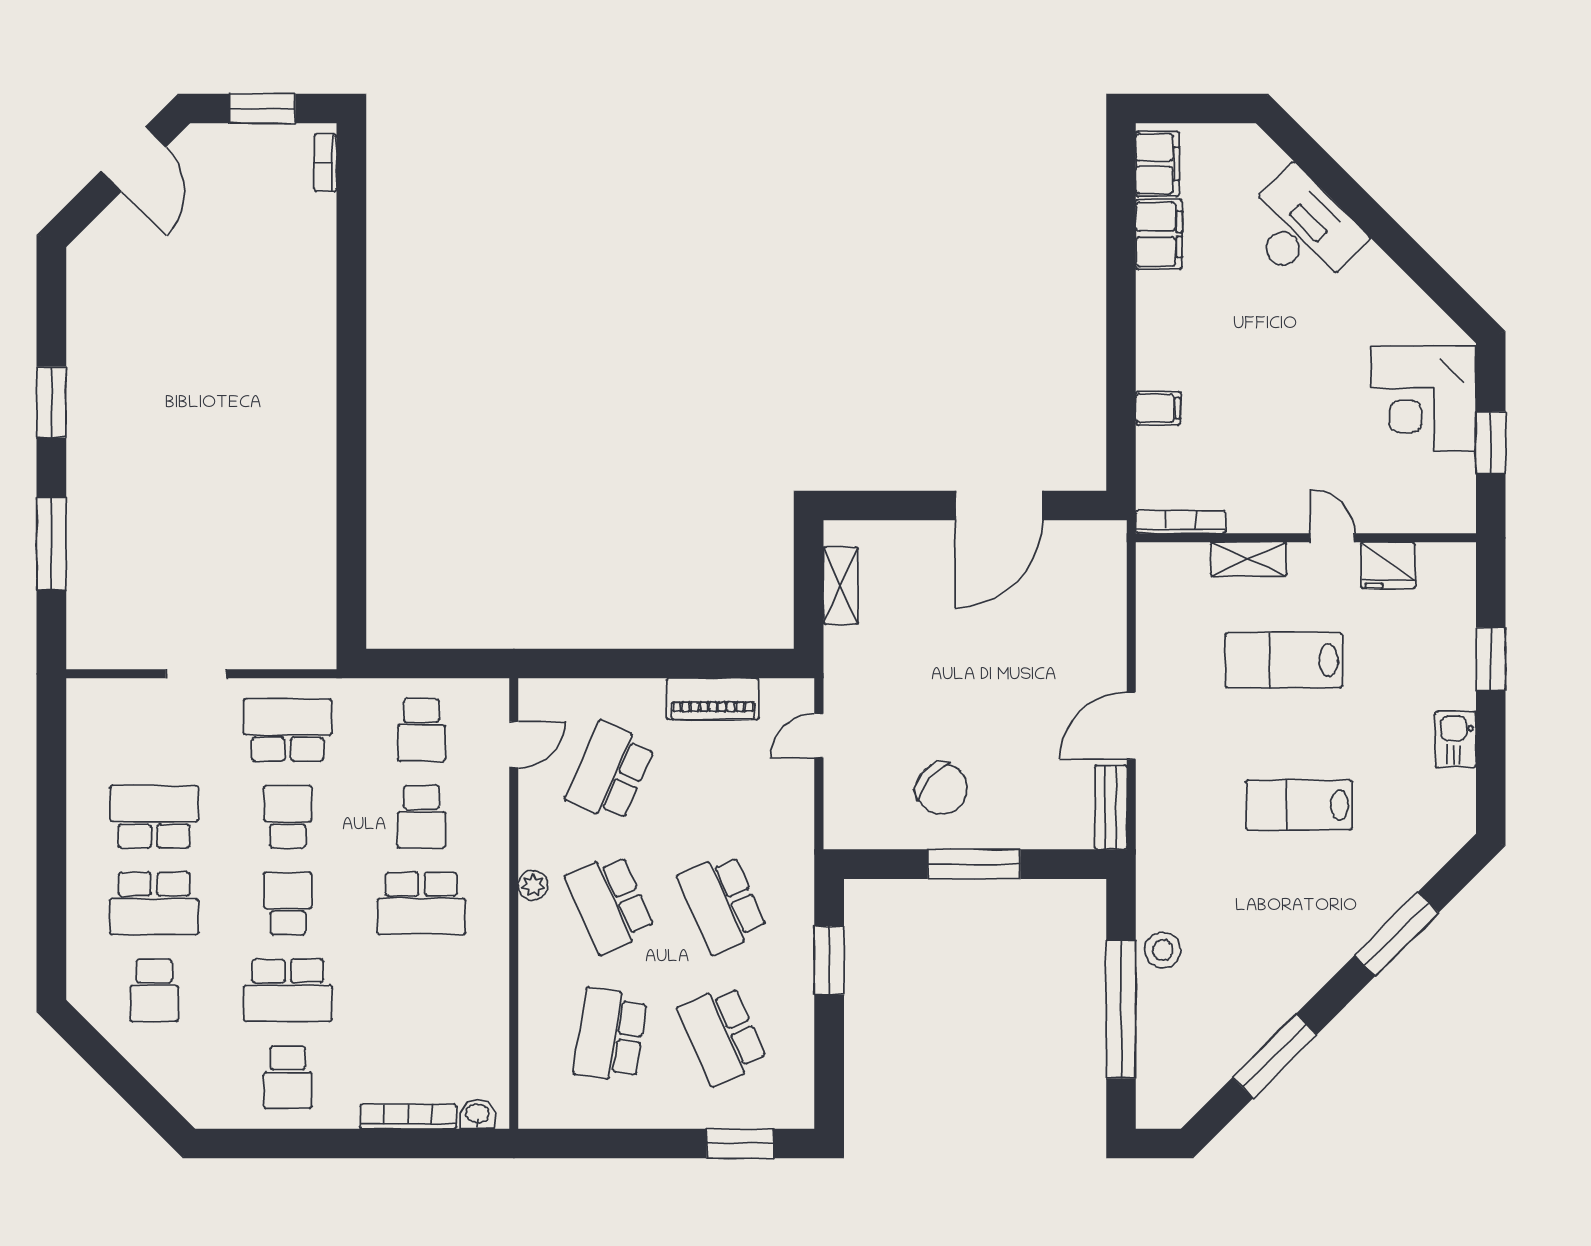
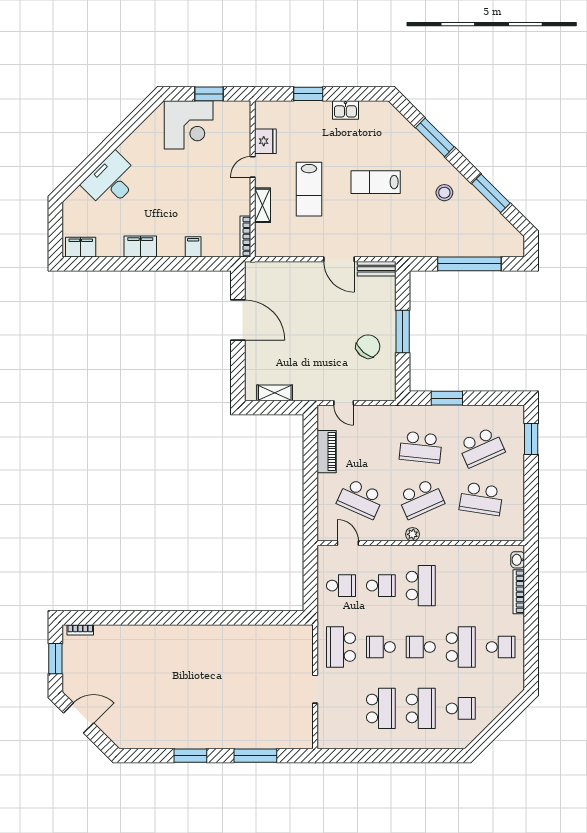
filing cabinet: (1159, 234) -> (140, 247), moved
lab bench: (1299, 805) -> (376, 182), turned 90
school desk: (154, 817) -> (381, 708), turned 180
school desk: (722, 904) -> (421, 447), turned 30
stool: (1163, 950) -> (444, 193), moved

